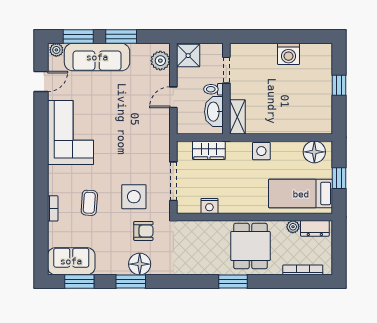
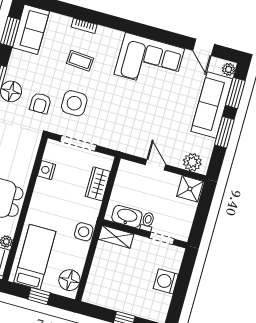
doorway: (226, 70) -> (162, 239), moved
toilet: (213, 89) -> (148, 222), moved
wall: (226, 89) -> (145, 234), moved
washbasin: (214, 112) -> (127, 216), moved
shelving: (237, 117) -> (116, 237), moved

